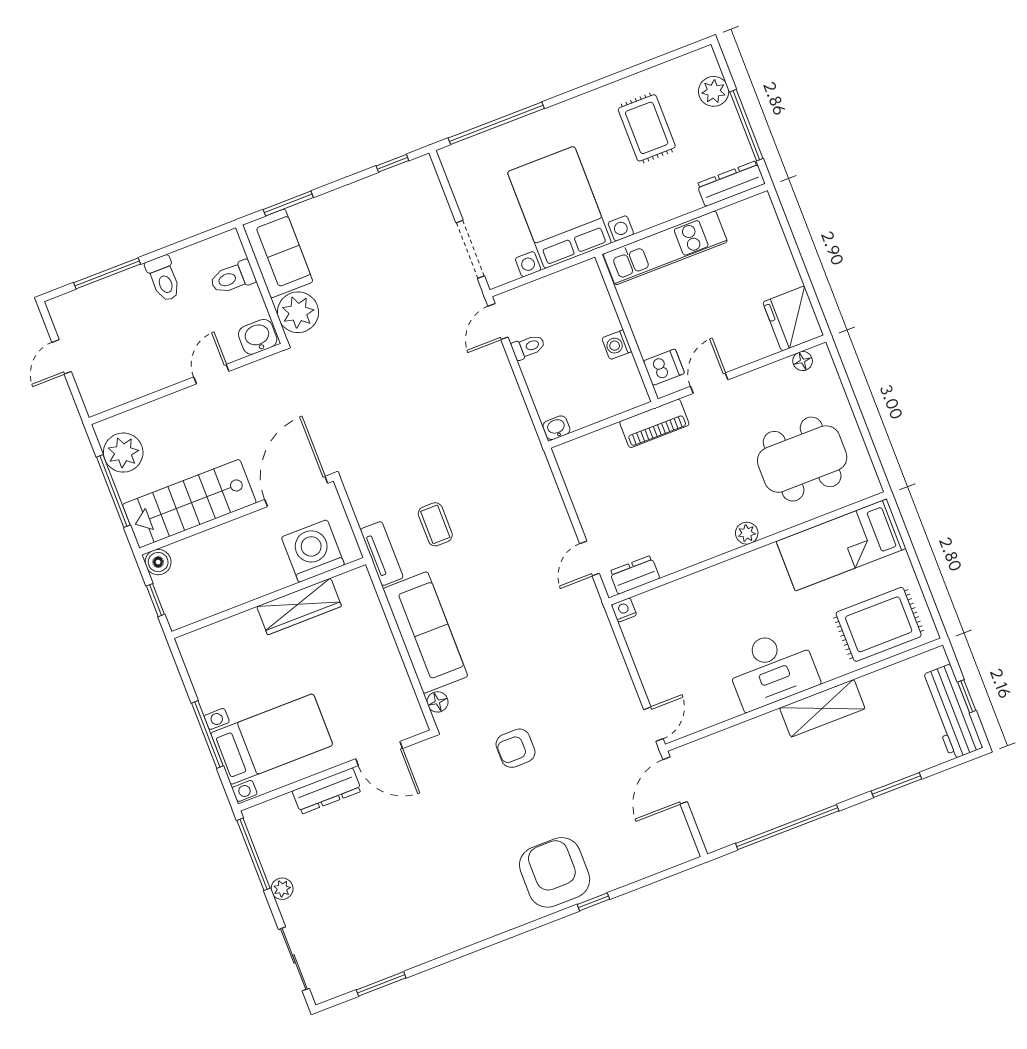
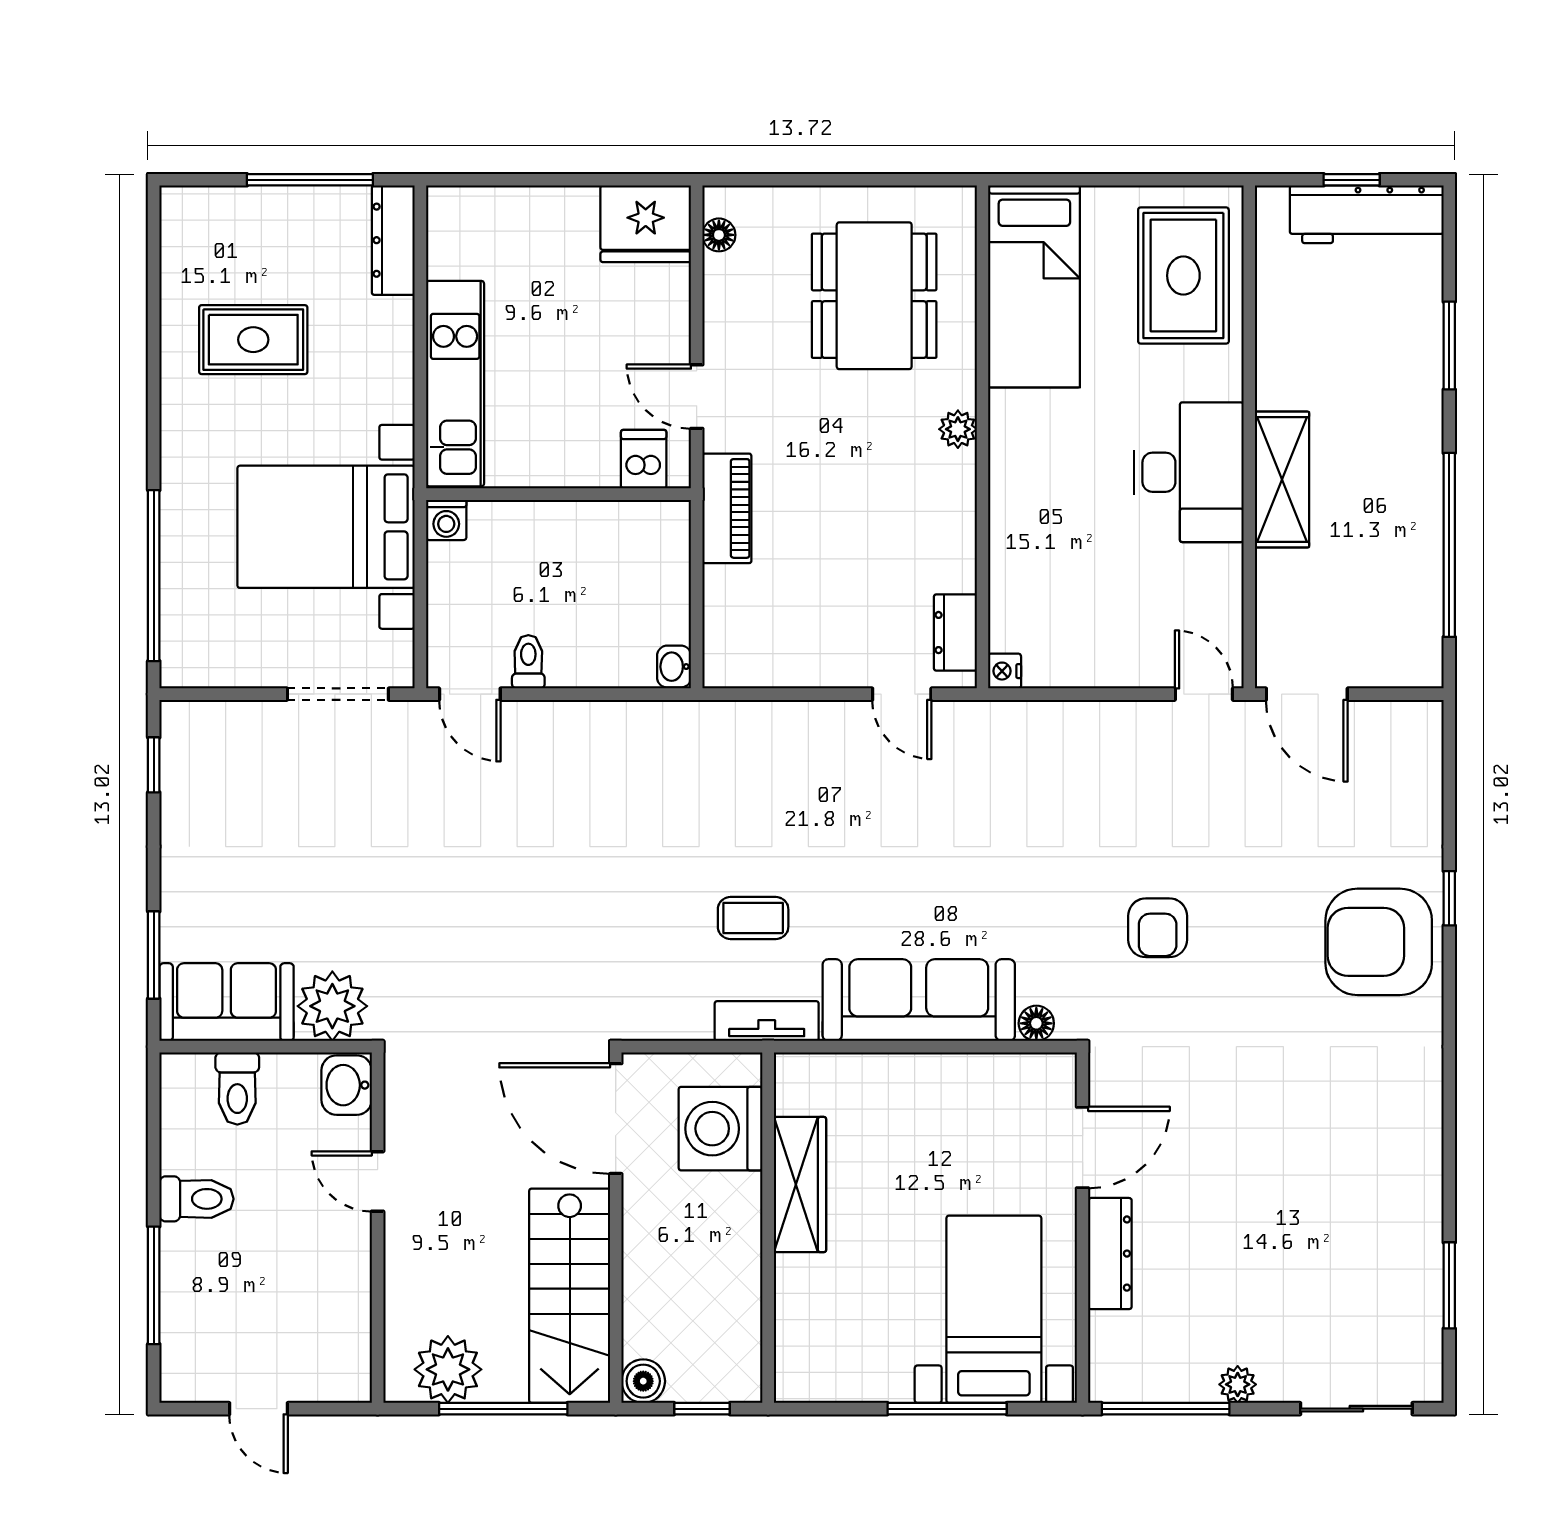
plant: (714, 91) -> (236, 211), removed
washing machine: (617, 345) -> (446, 520), moved
shelving: (822, 708) -> (1282, 480), moved

